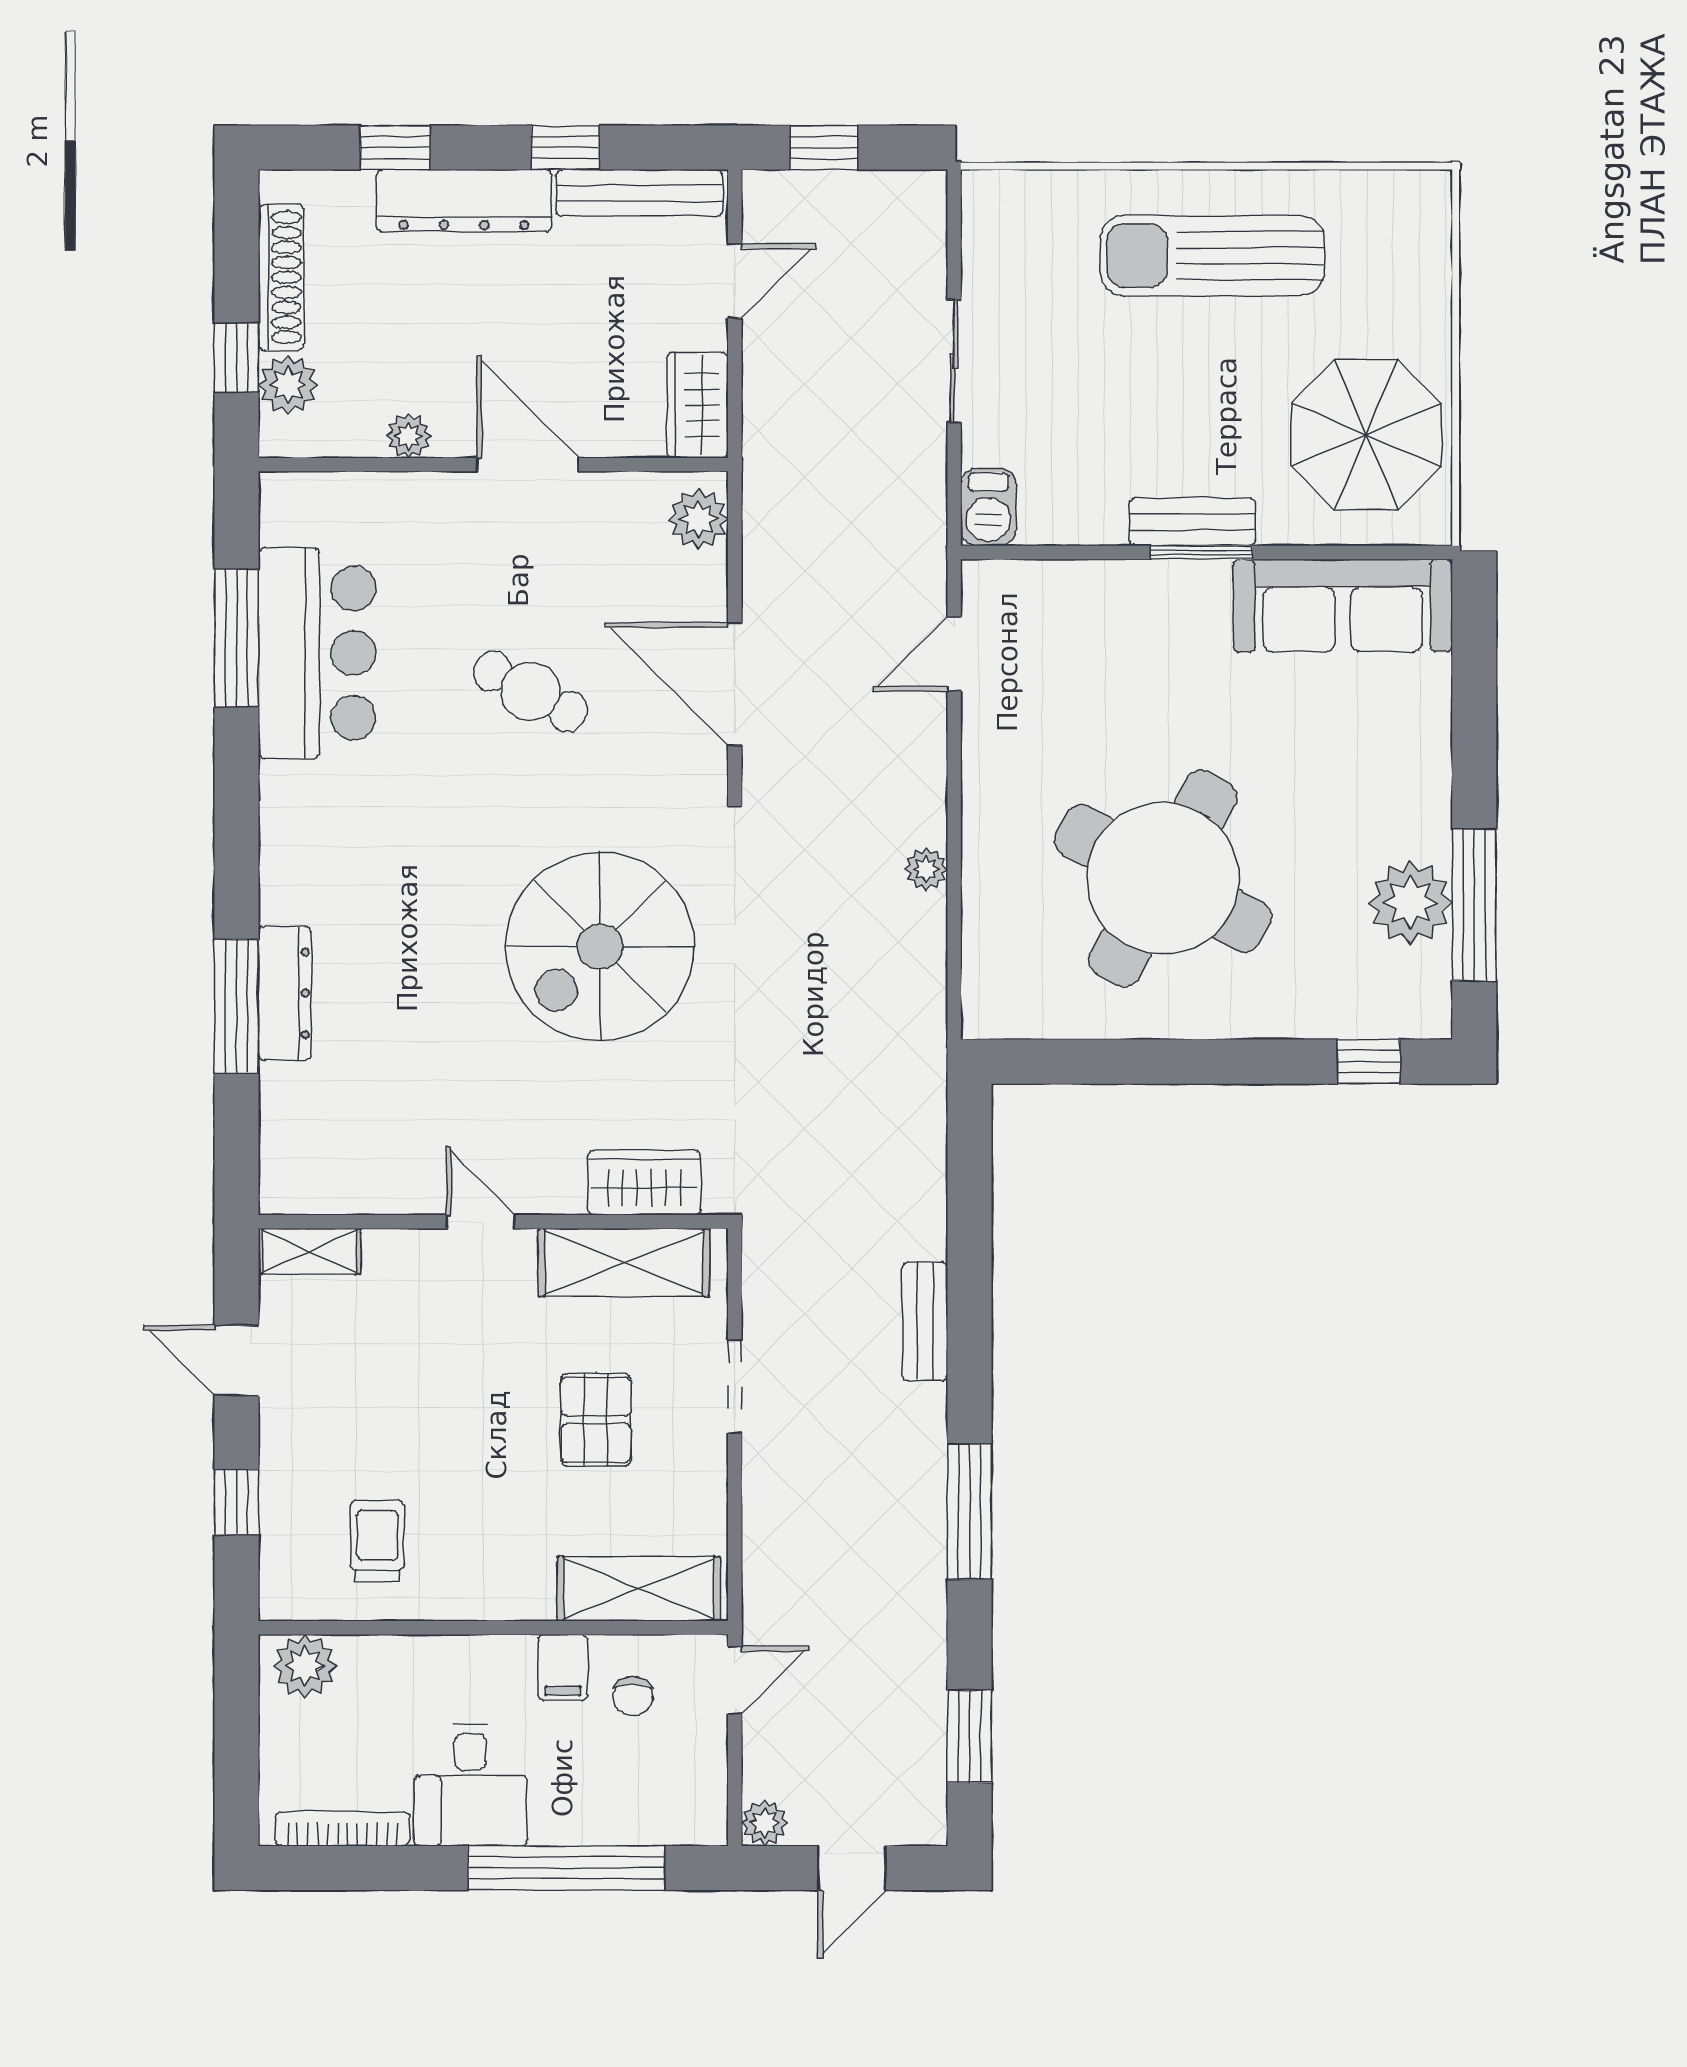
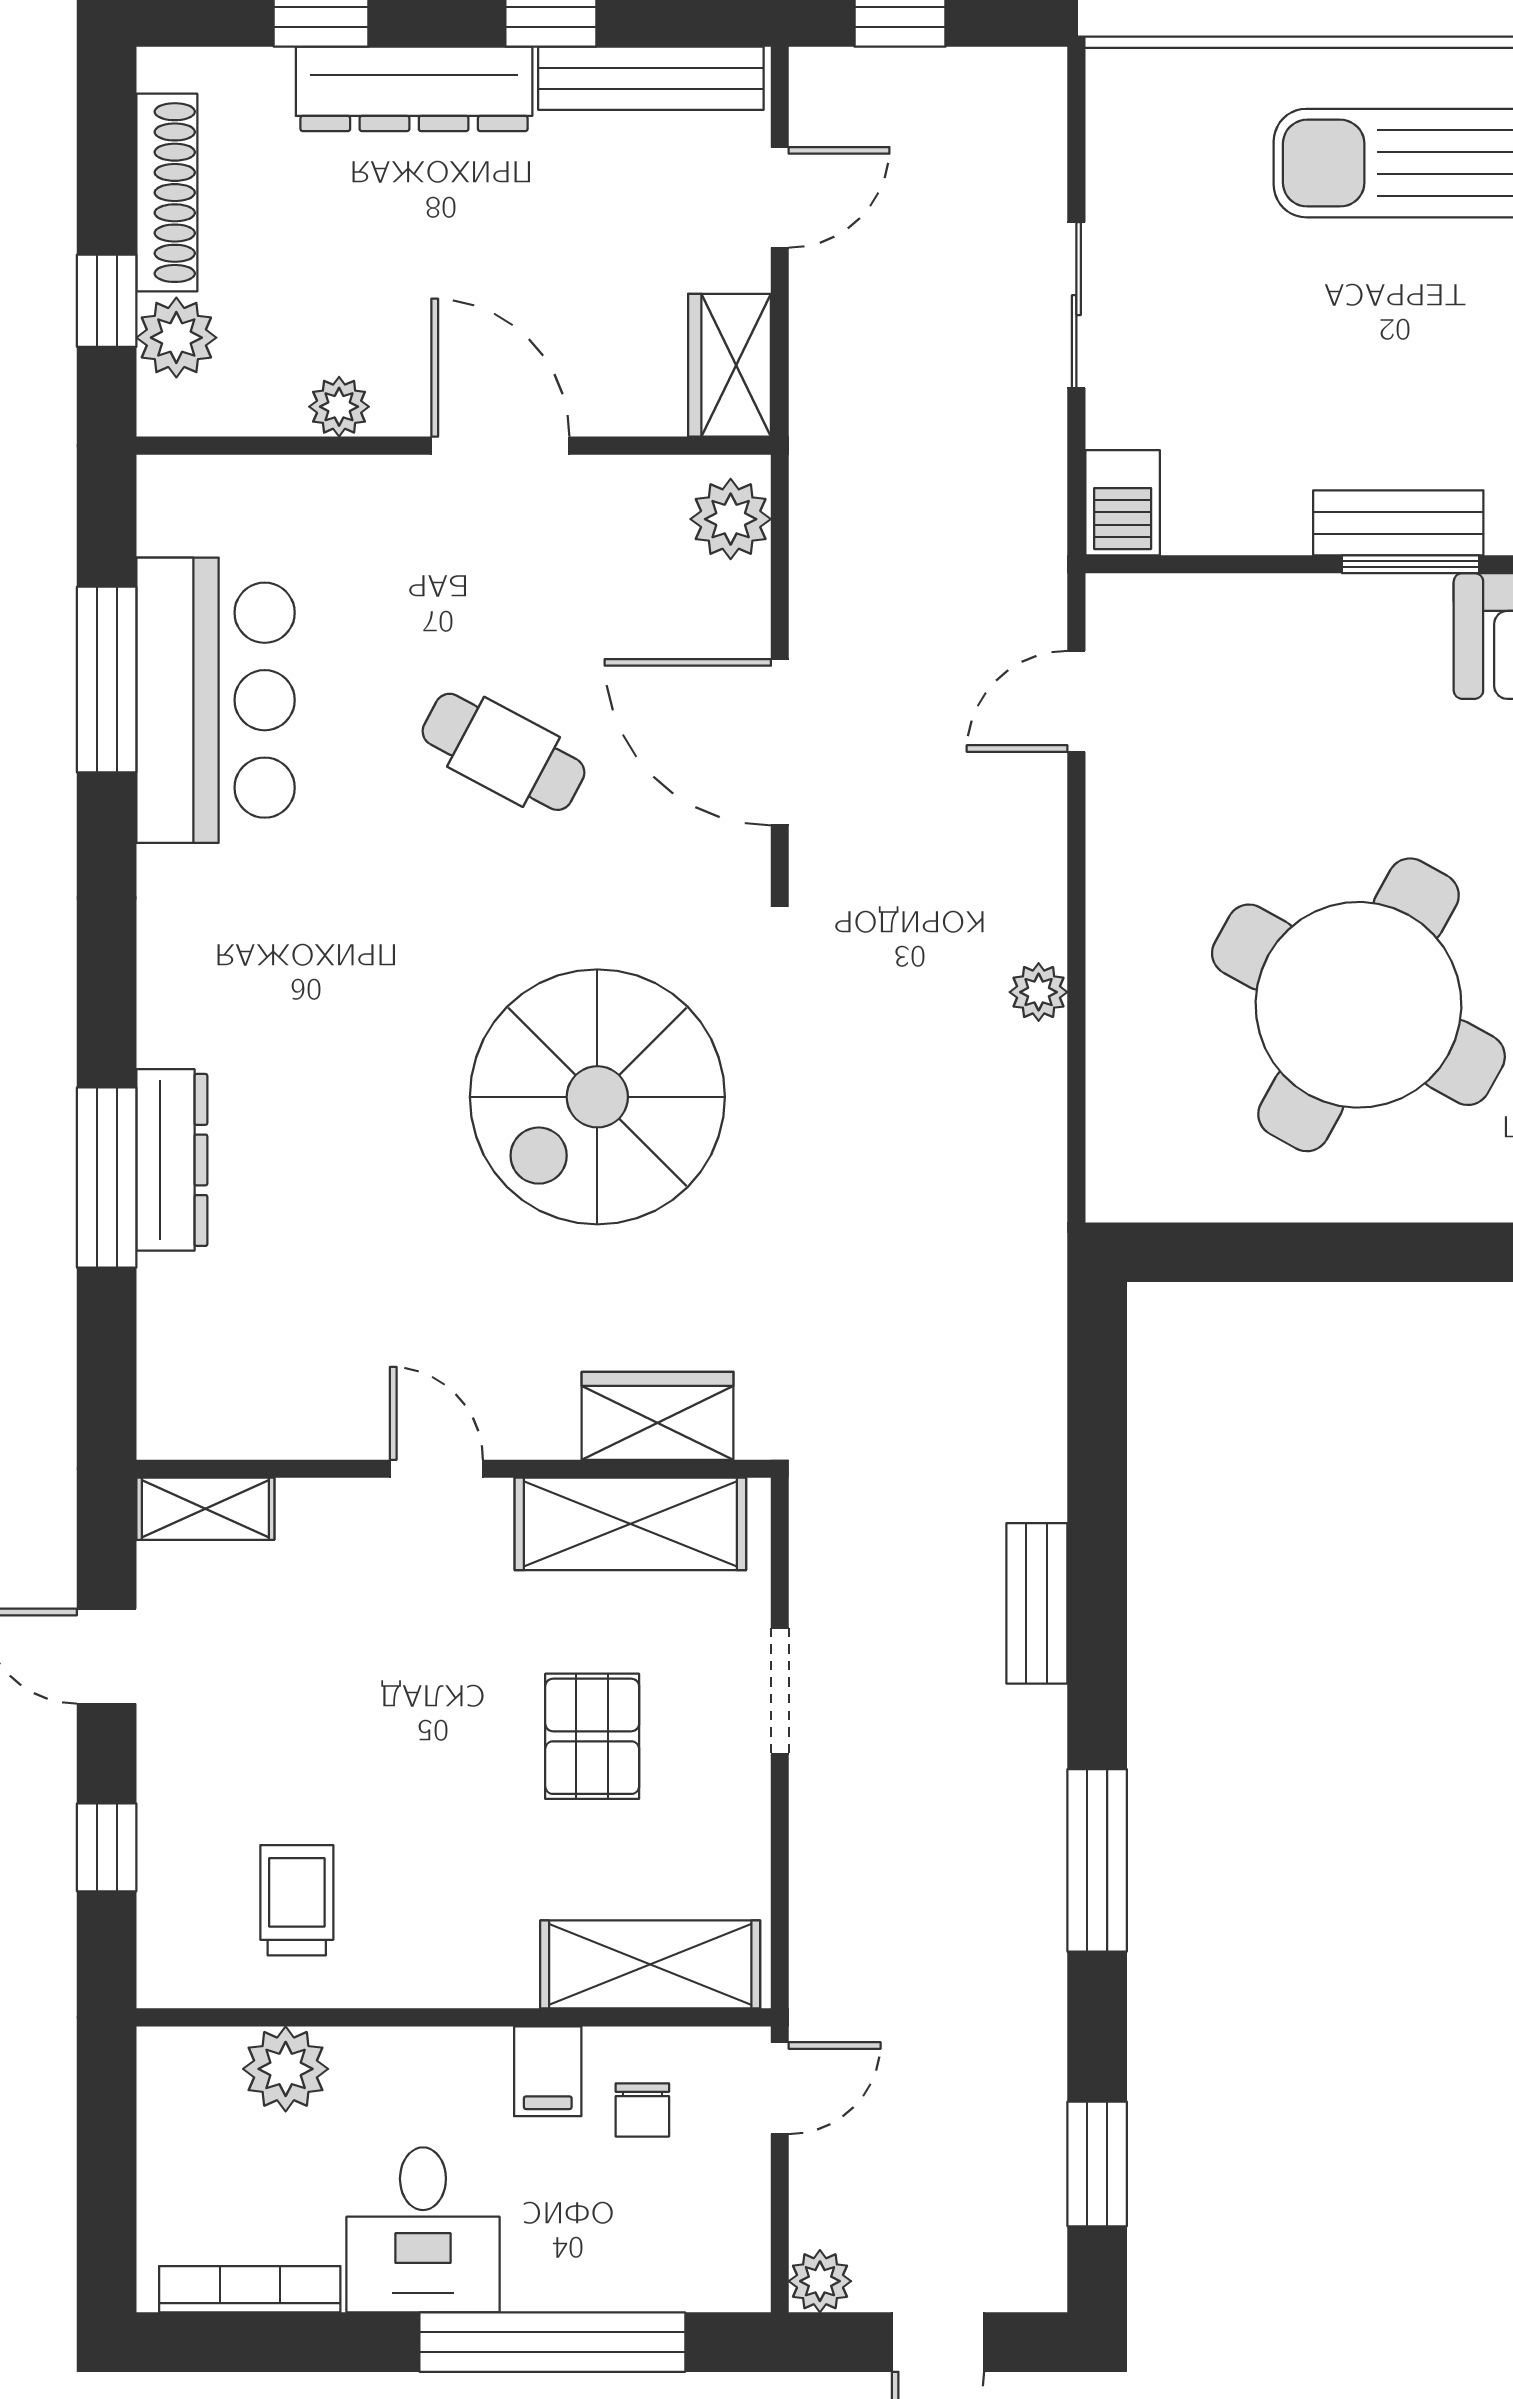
plant: (305, 1666) -> (286, 2069), moved

